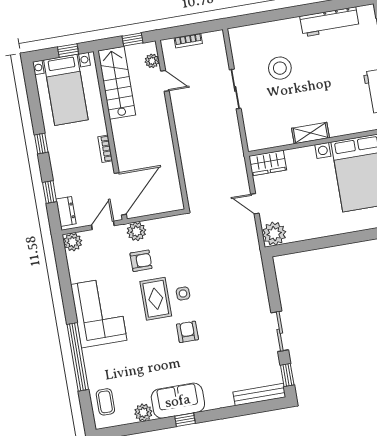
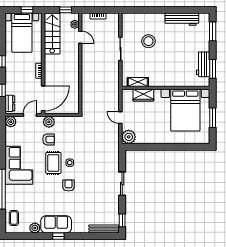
shelving: (310, 133) -> (138, 82), moved
wardrobe: (268, 163) -> (143, 95), moved
sliding door: (280, 331) -> (122, 184), moved

